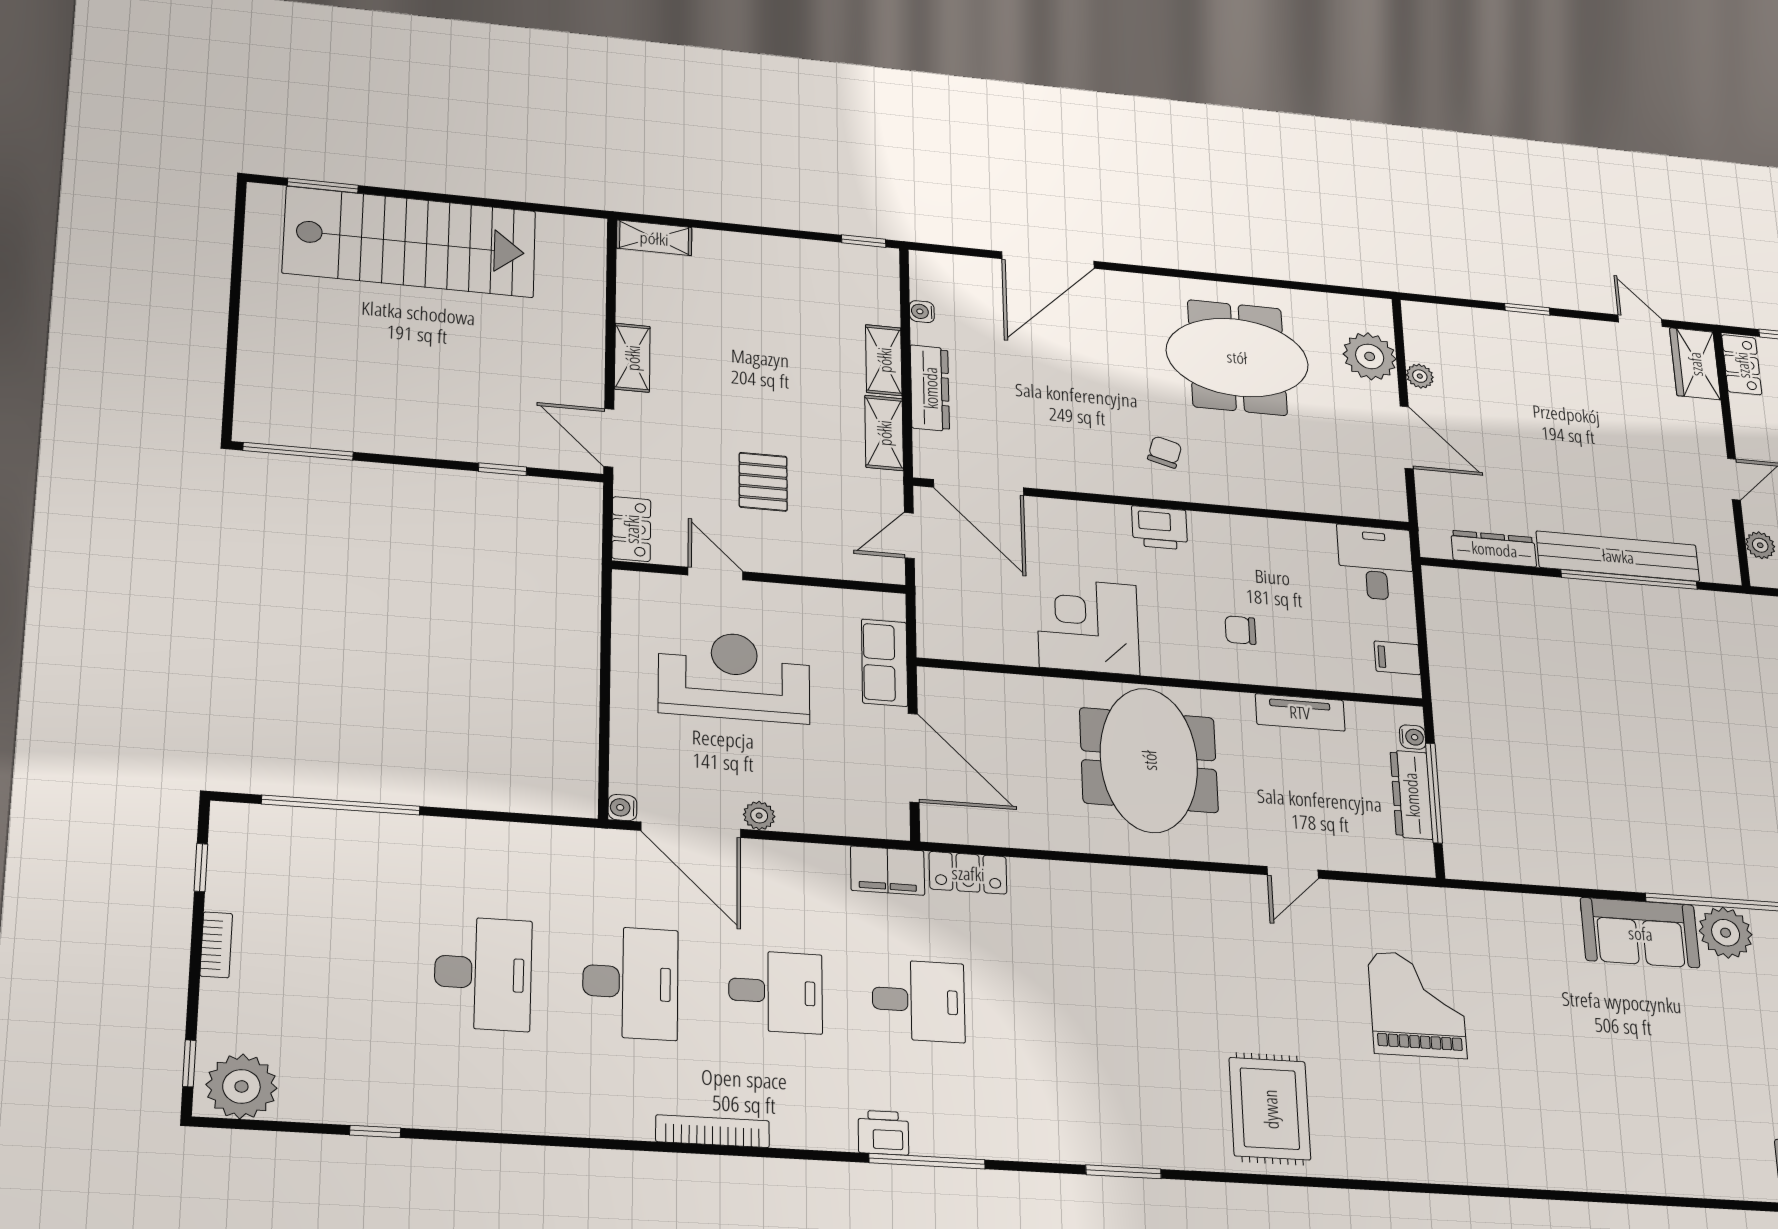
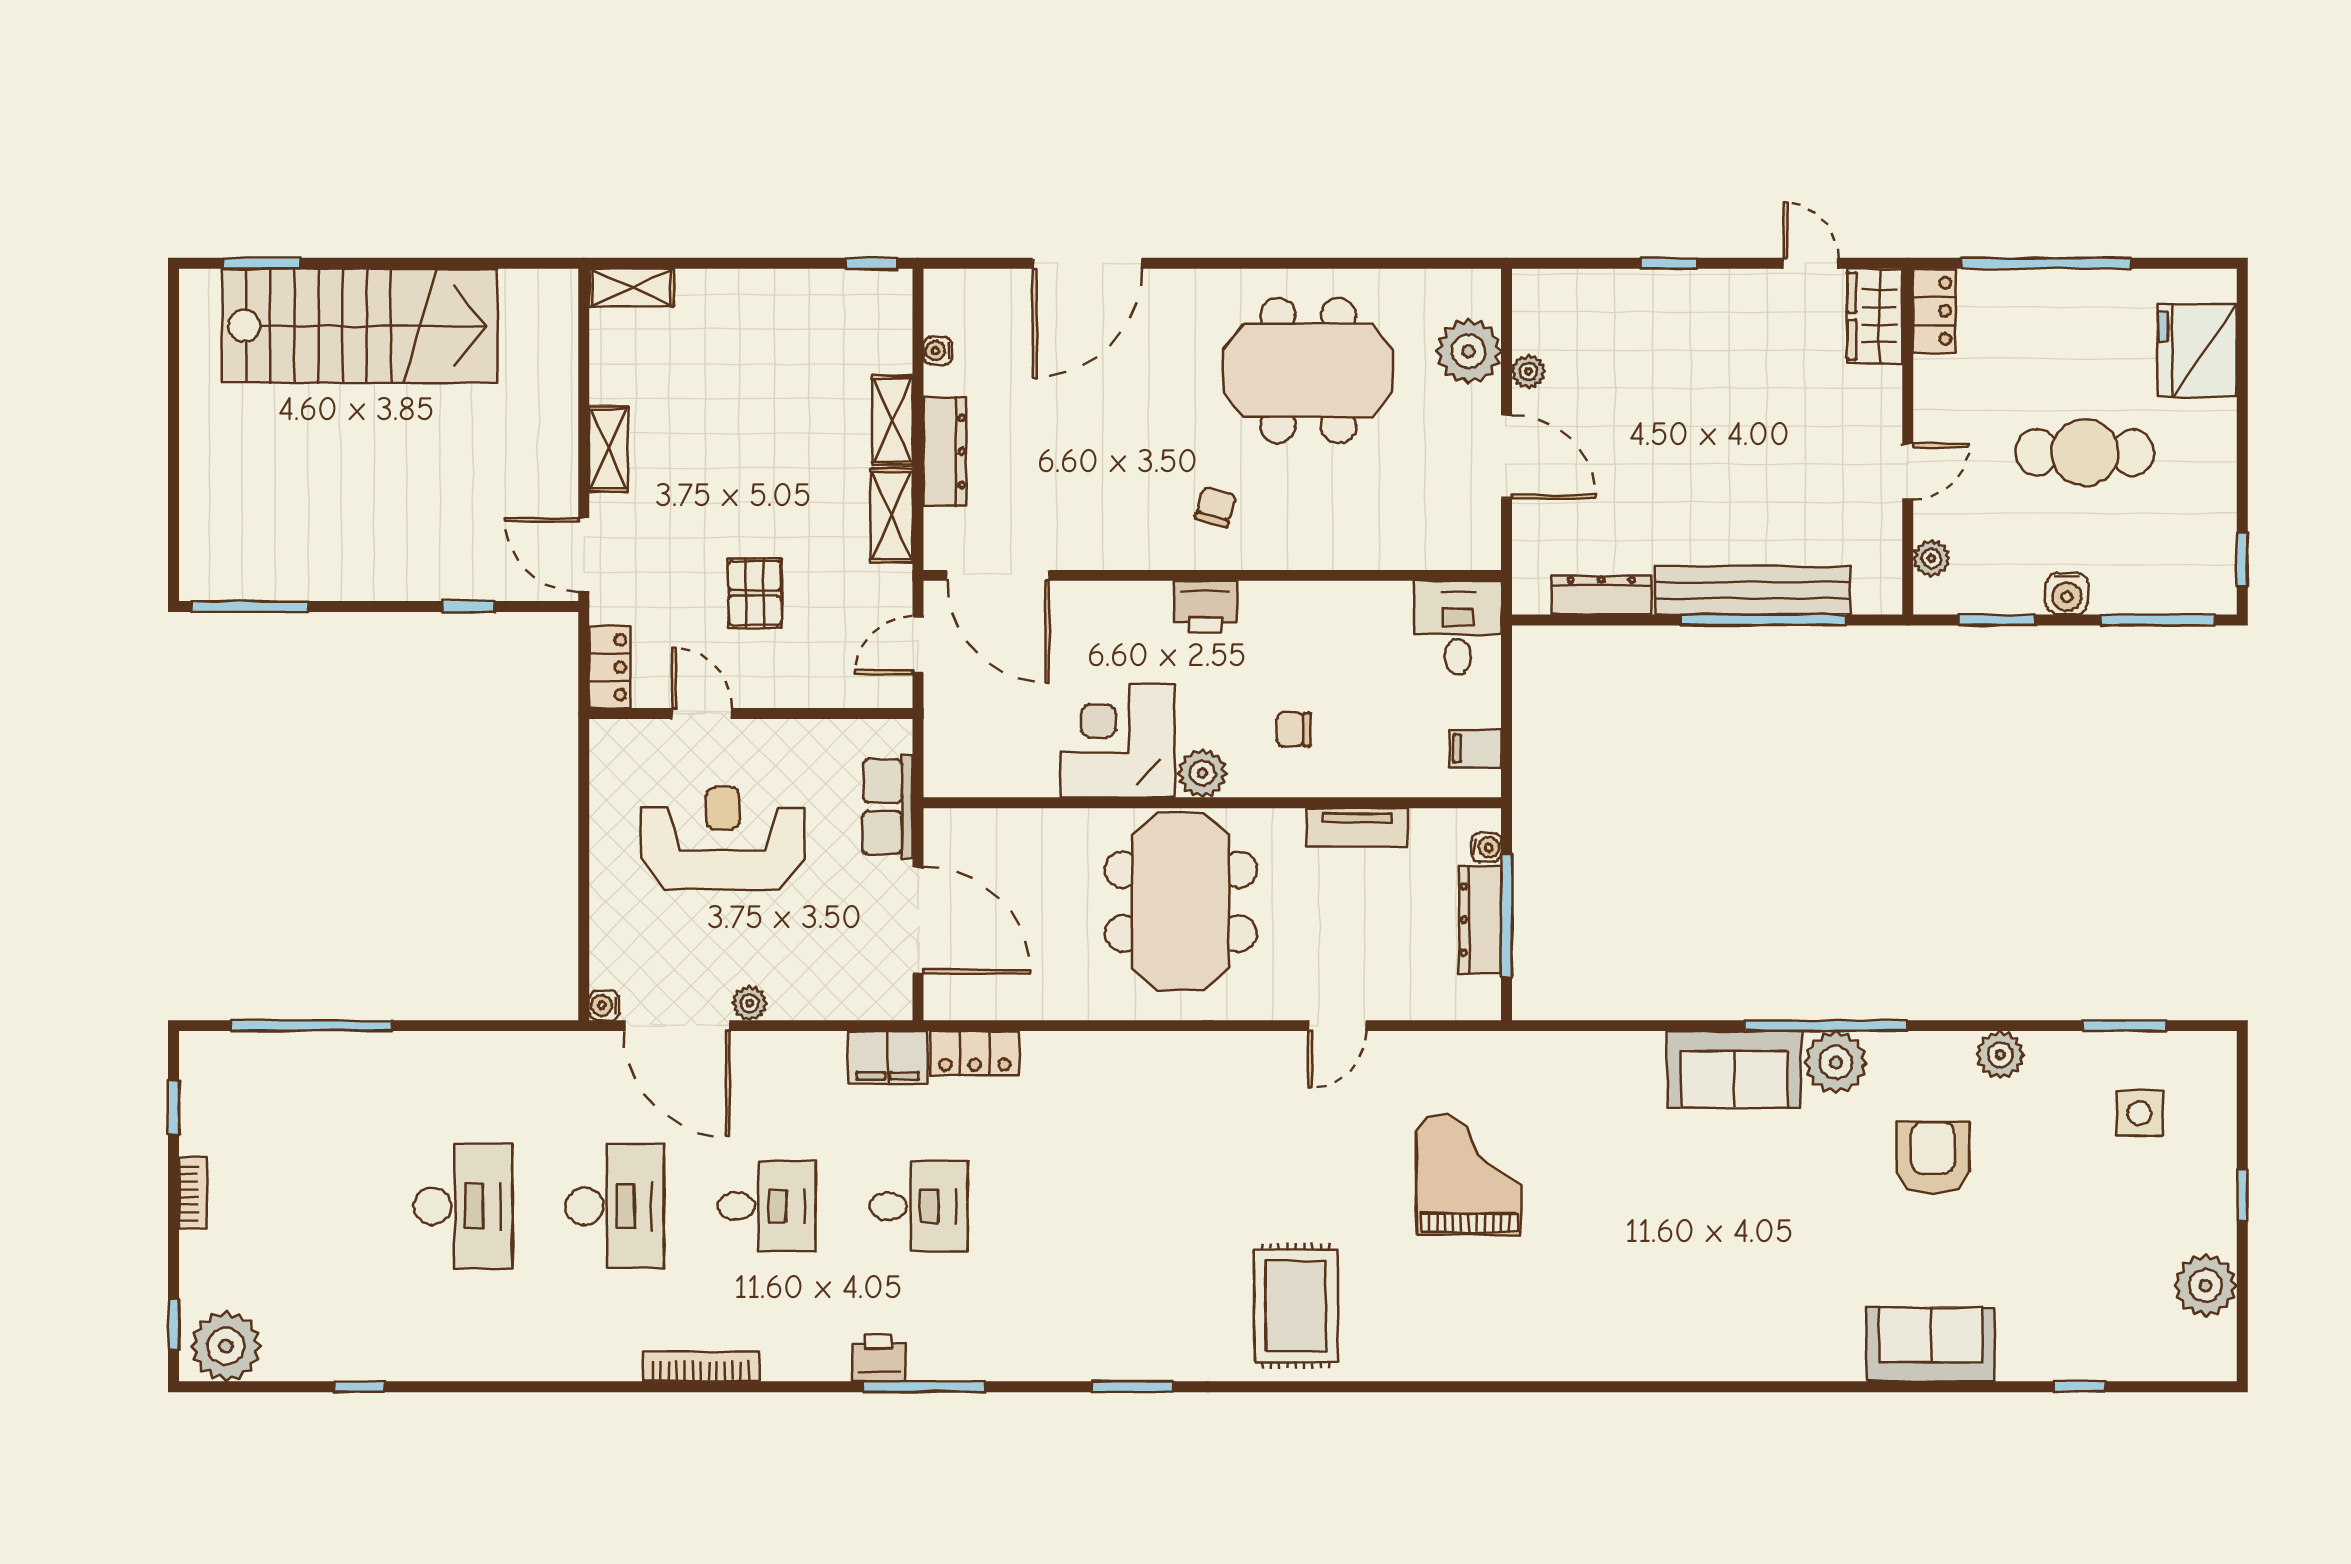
plant: (1163, 658) -> (1202, 773), added

